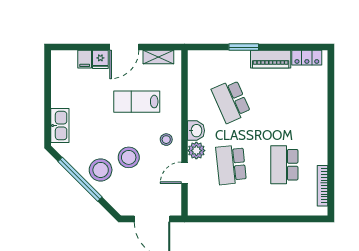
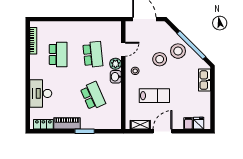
fridge: (100, 59) -> (199, 123), moved
desk: (311, 105) -> (41, 93), added

